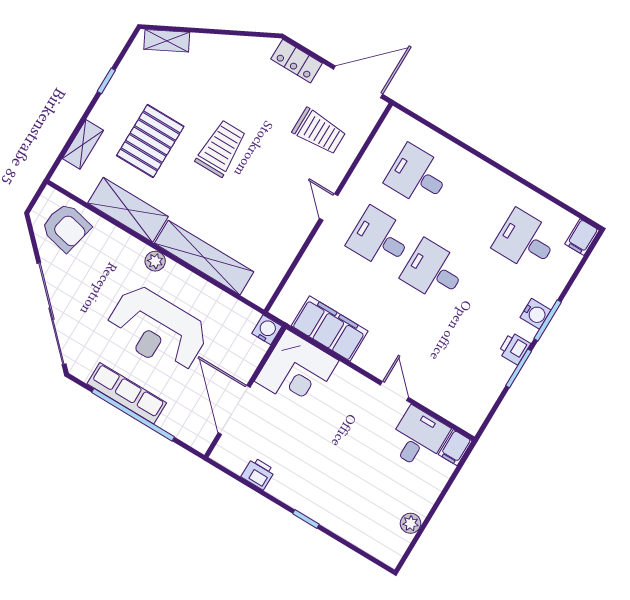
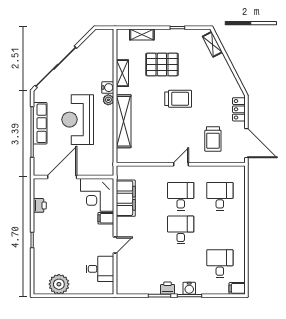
shelving: (128, 210) -> (122, 73), width x0.67, depth x0.75
armchair: (66, 227) -> (99, 50), removed
water cooler: (267, 330) -> (108, 88), moved
filing cabinet: (455, 448) -> (106, 218), moved
plant: (411, 523) -> (59, 284), width x1.88, depth x1.88

